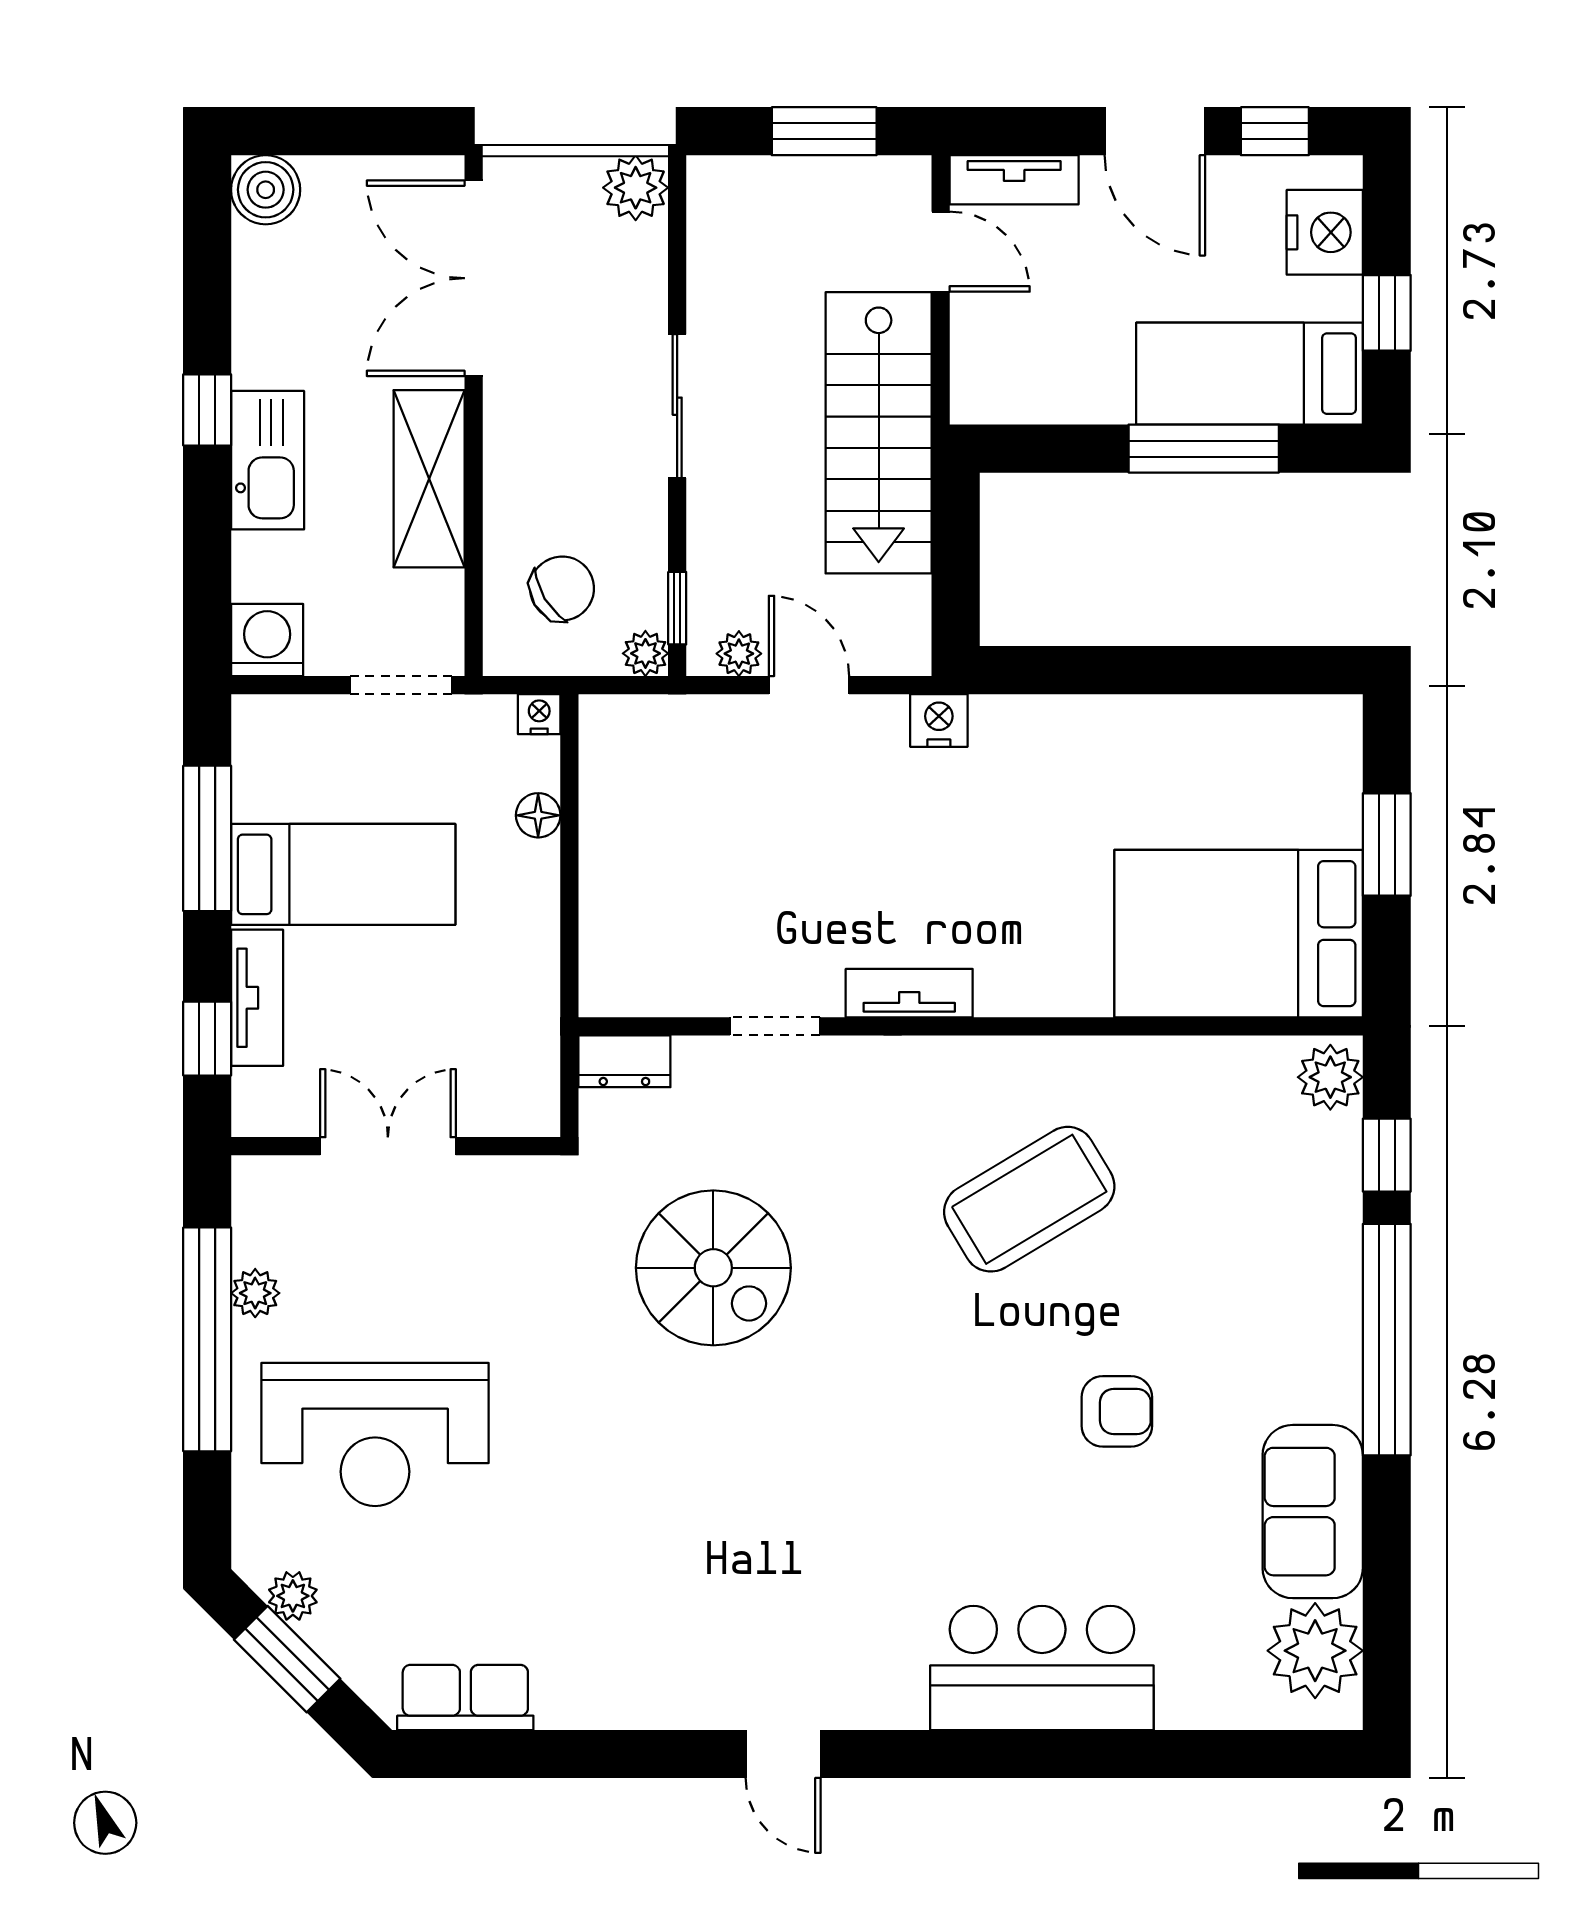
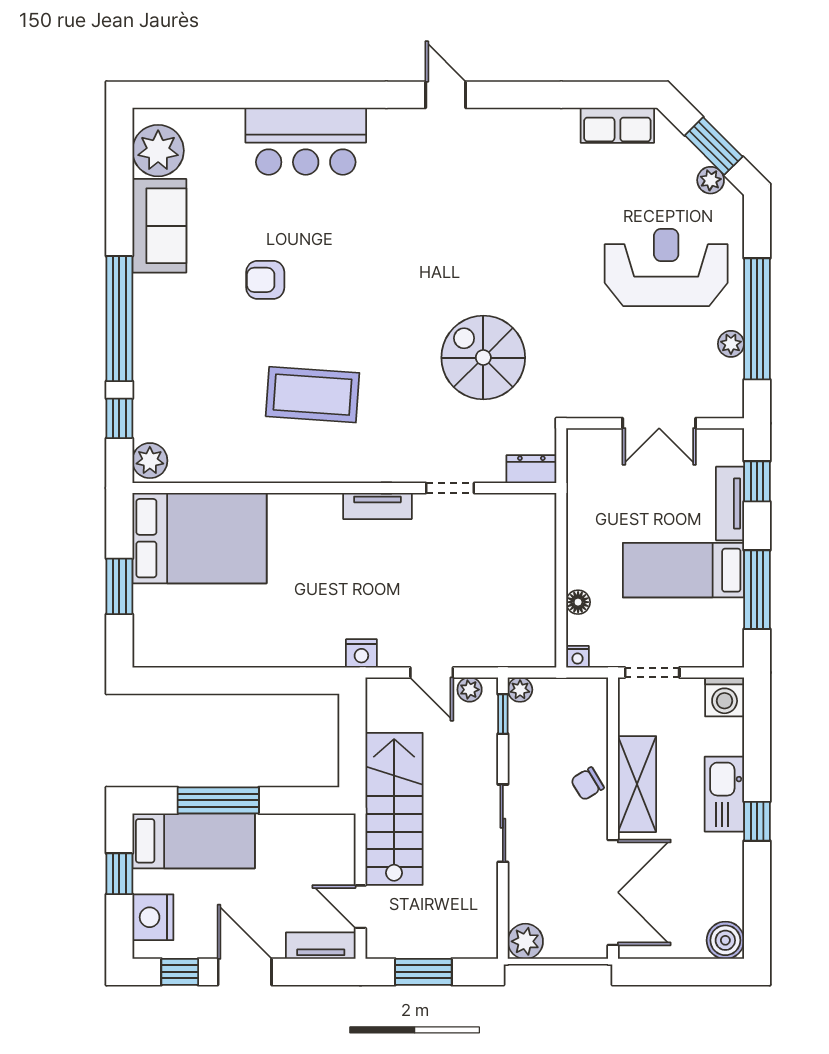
chair: (562, 588) -> (587, 784), moved, width x0.73, depth x0.73
coffee table: (1029, 1199) -> (313, 395), turned 35

